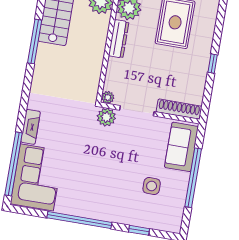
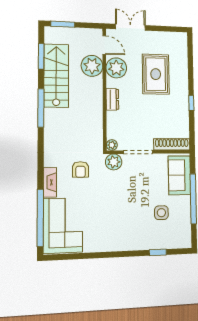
dresser: (119, 39) -> (112, 99), width x0.70
armchair: (67, 119) -> (81, 170), added
window: (79, 220) -> (106, 255), removed

